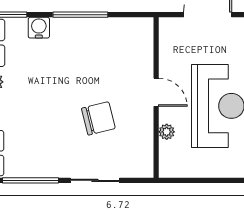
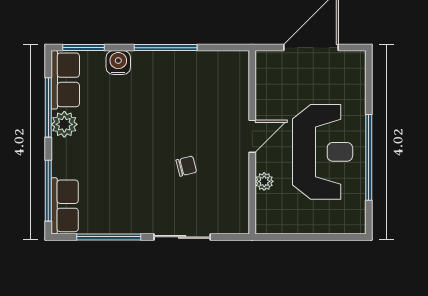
door: (156, 92) -> (252, 136), hinge flipped
chair: (98, 118) -> (186, 166), width x0.54, depth x0.54

